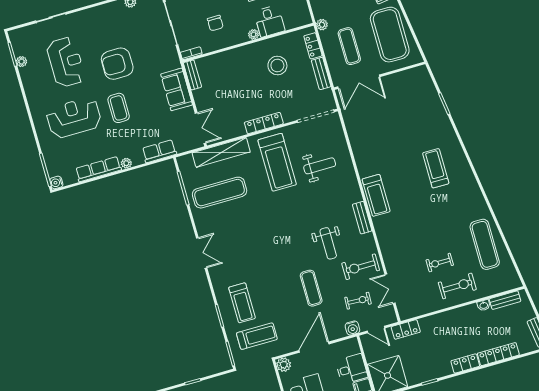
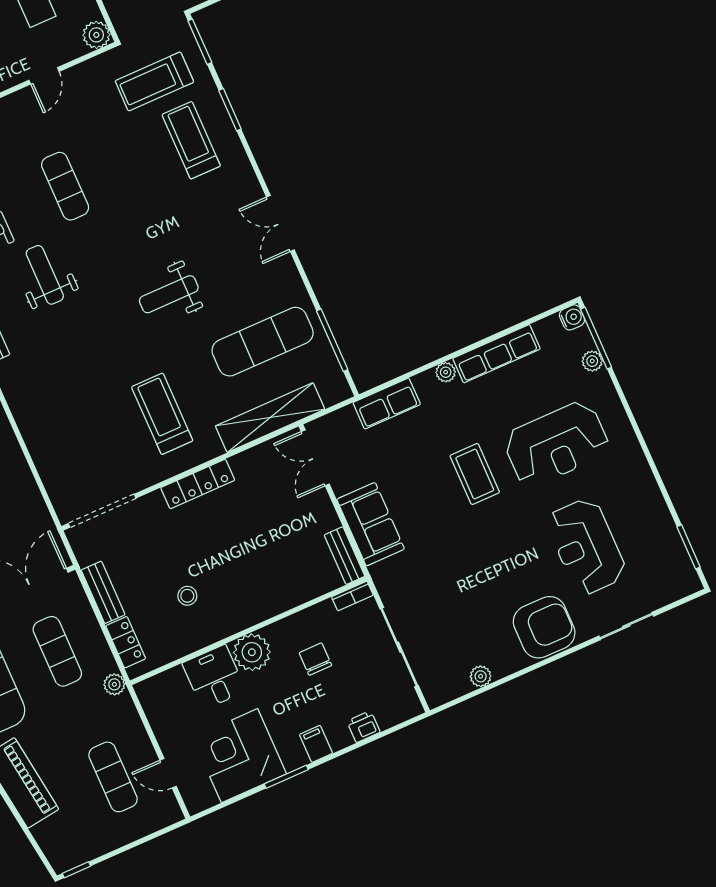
plant: (253, 34) -> (252, 652), width x1.88, depth x1.88
plant: (21, 62) -> (592, 361), moved
armchair: (117, 64) -> (544, 627), moved
stool: (277, 66) -> (187, 596), width x0.53, depth x0.53
treadmill: (277, 162) -> (162, 414), width x0.73, depth x0.73
weight bench: (320, 166) -> (169, 294), moved
door: (314, 347) -> (44, 76), width x0.53

